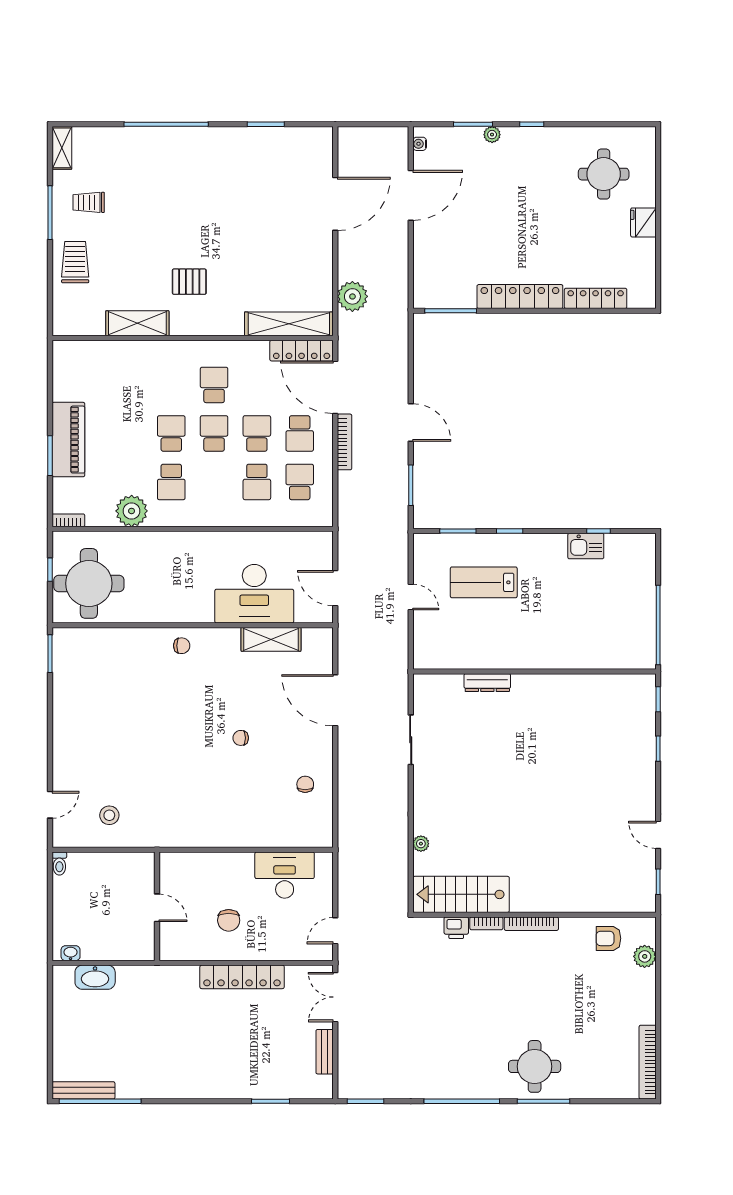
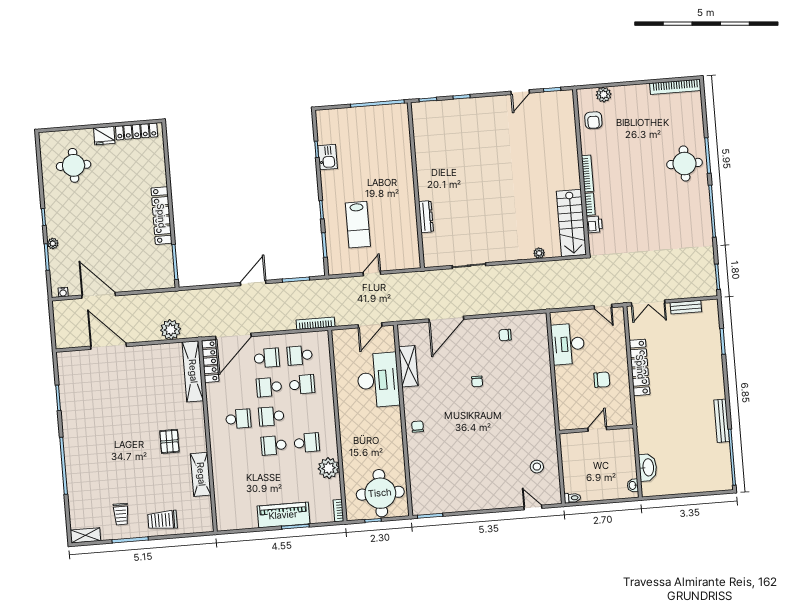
locker: (596, 298) -> (137, 131), moved, turned -90
school desk: (214, 385) -> (238, 419), turned 180
bookcase: (345, 442) -> (315, 323), moved
bench: (83, 1090) -> (722, 421), moved

